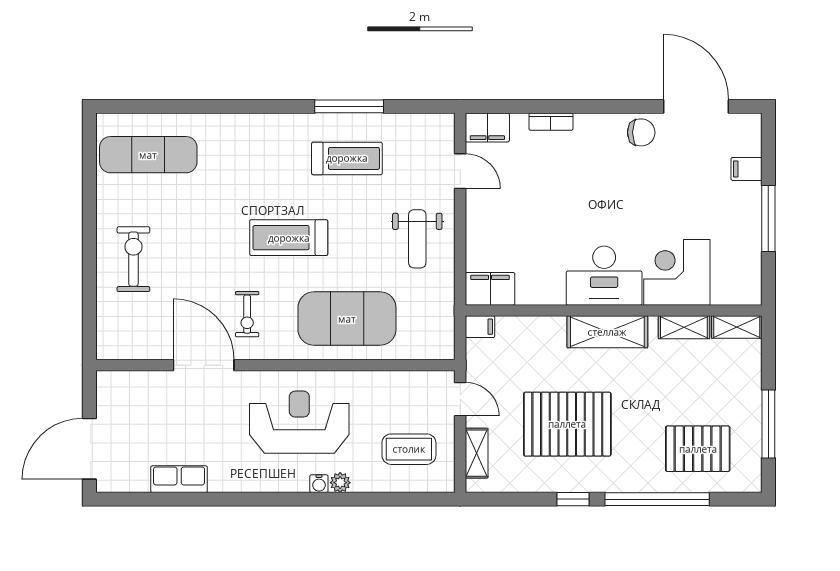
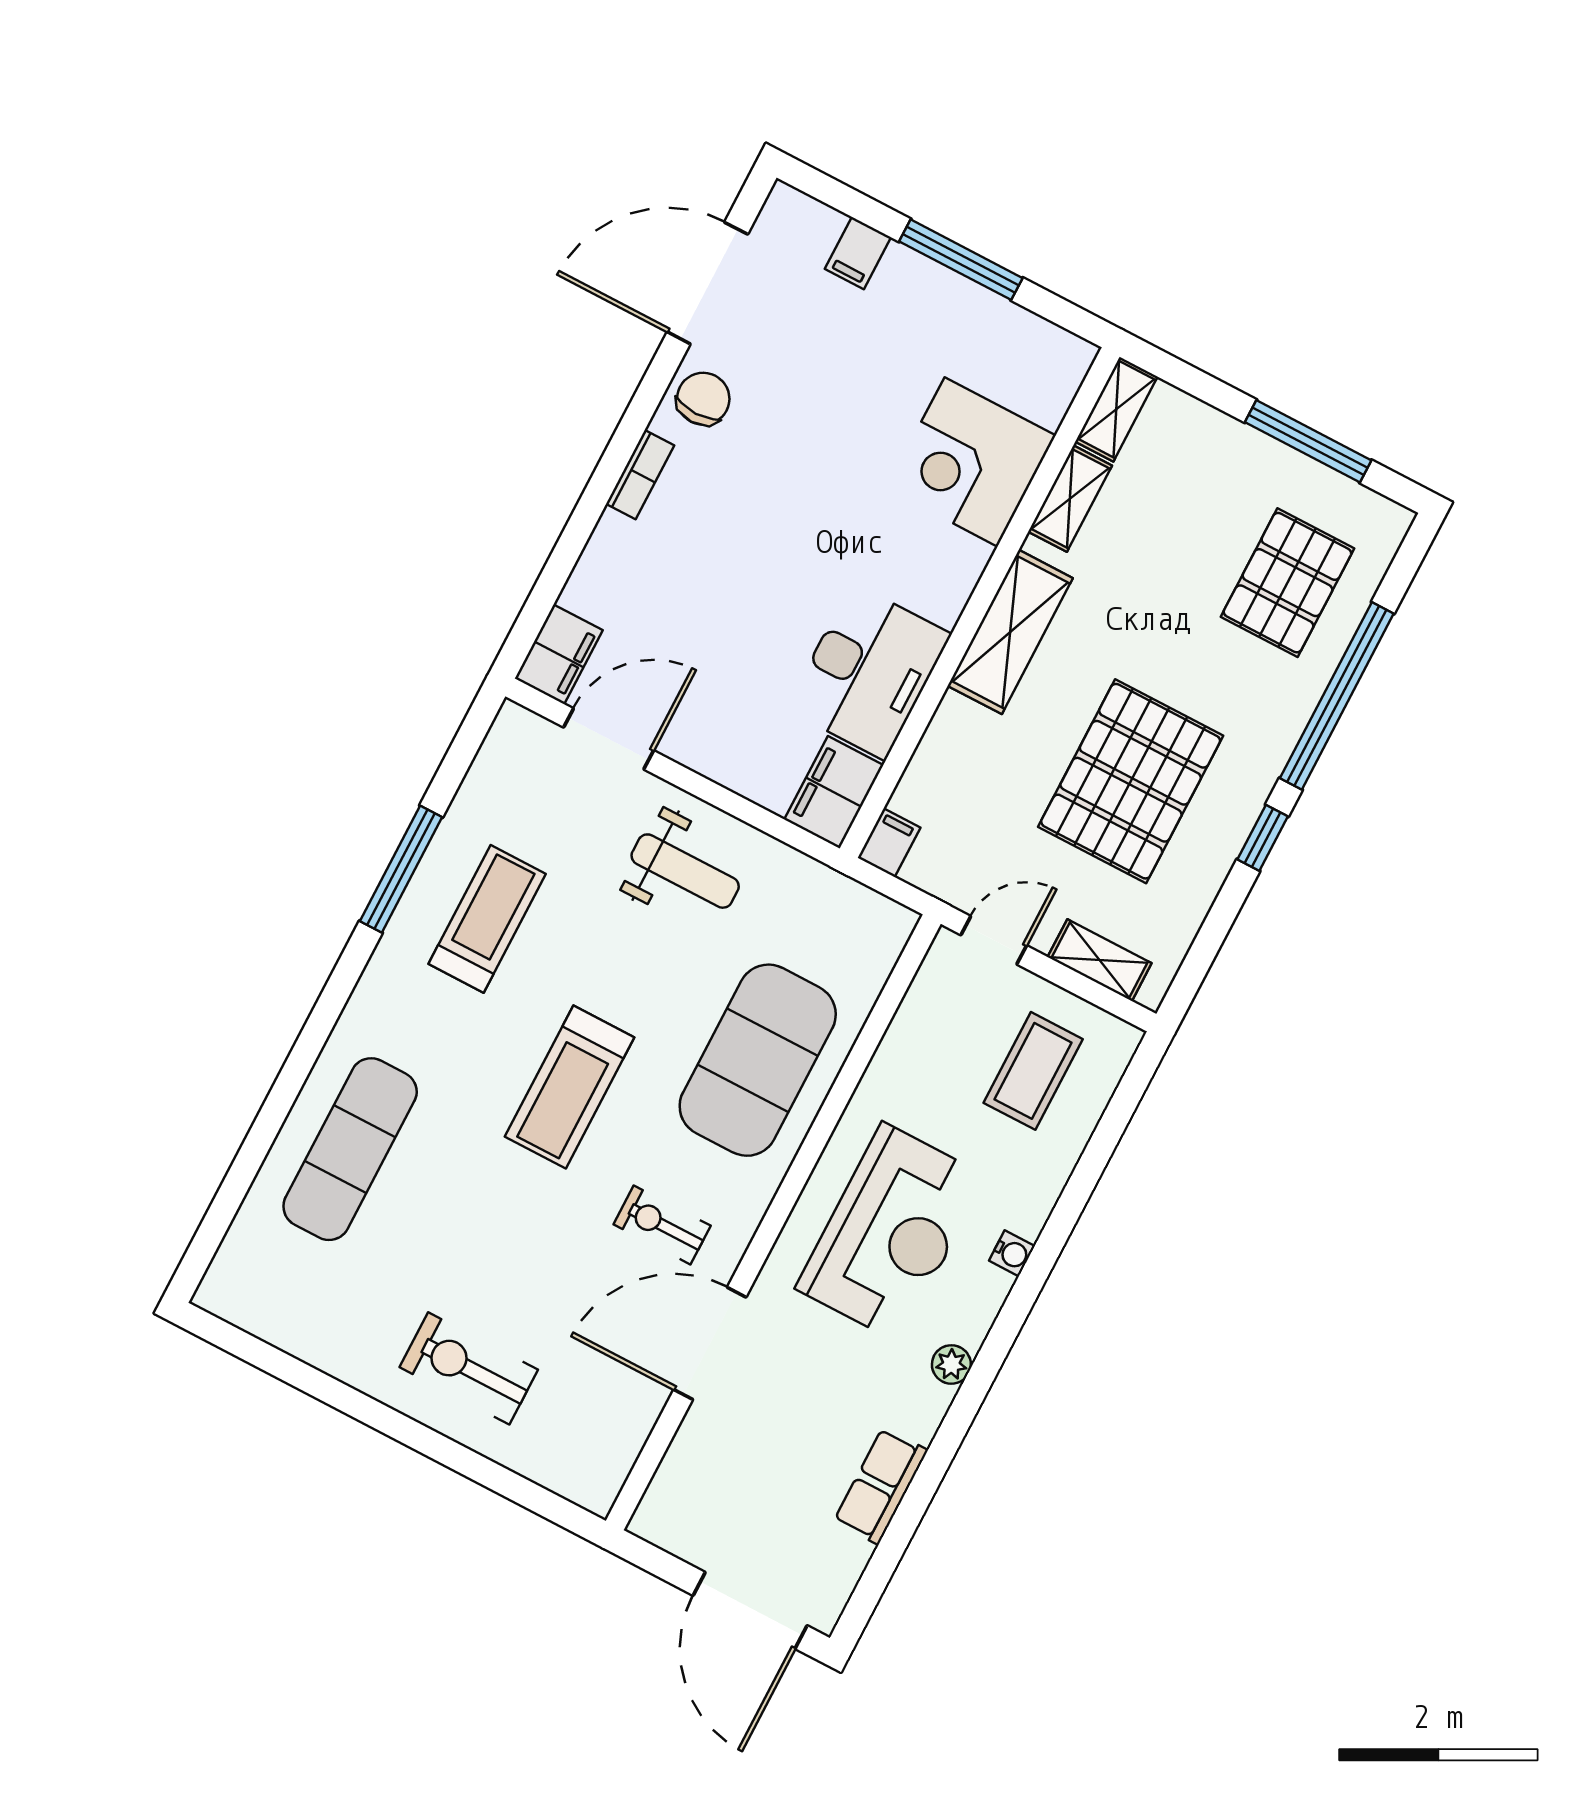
bookcase: (551, 122) -> (640, 475), moved
exercise mat: (148, 155) -> (350, 1149), moved
door: (460, 171) -> (609, 739), width x1.38
desk: (604, 276) -> (869, 672), moved
exercise bike: (247, 314) -> (662, 1225), turned 180
reception desk: (299, 422) -> (891, 1232), turned 180
plant: (340, 483) -> (951, 1364), moved

